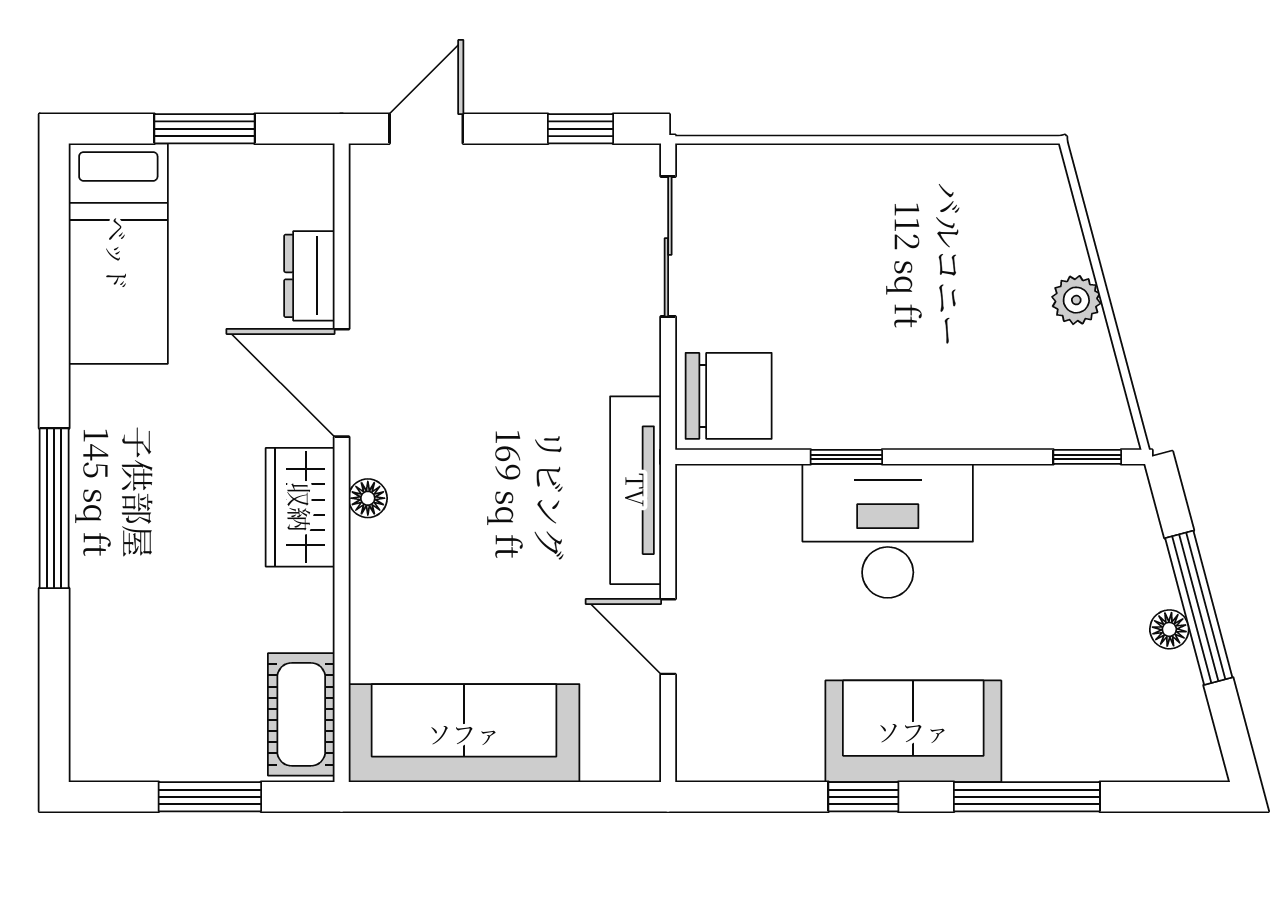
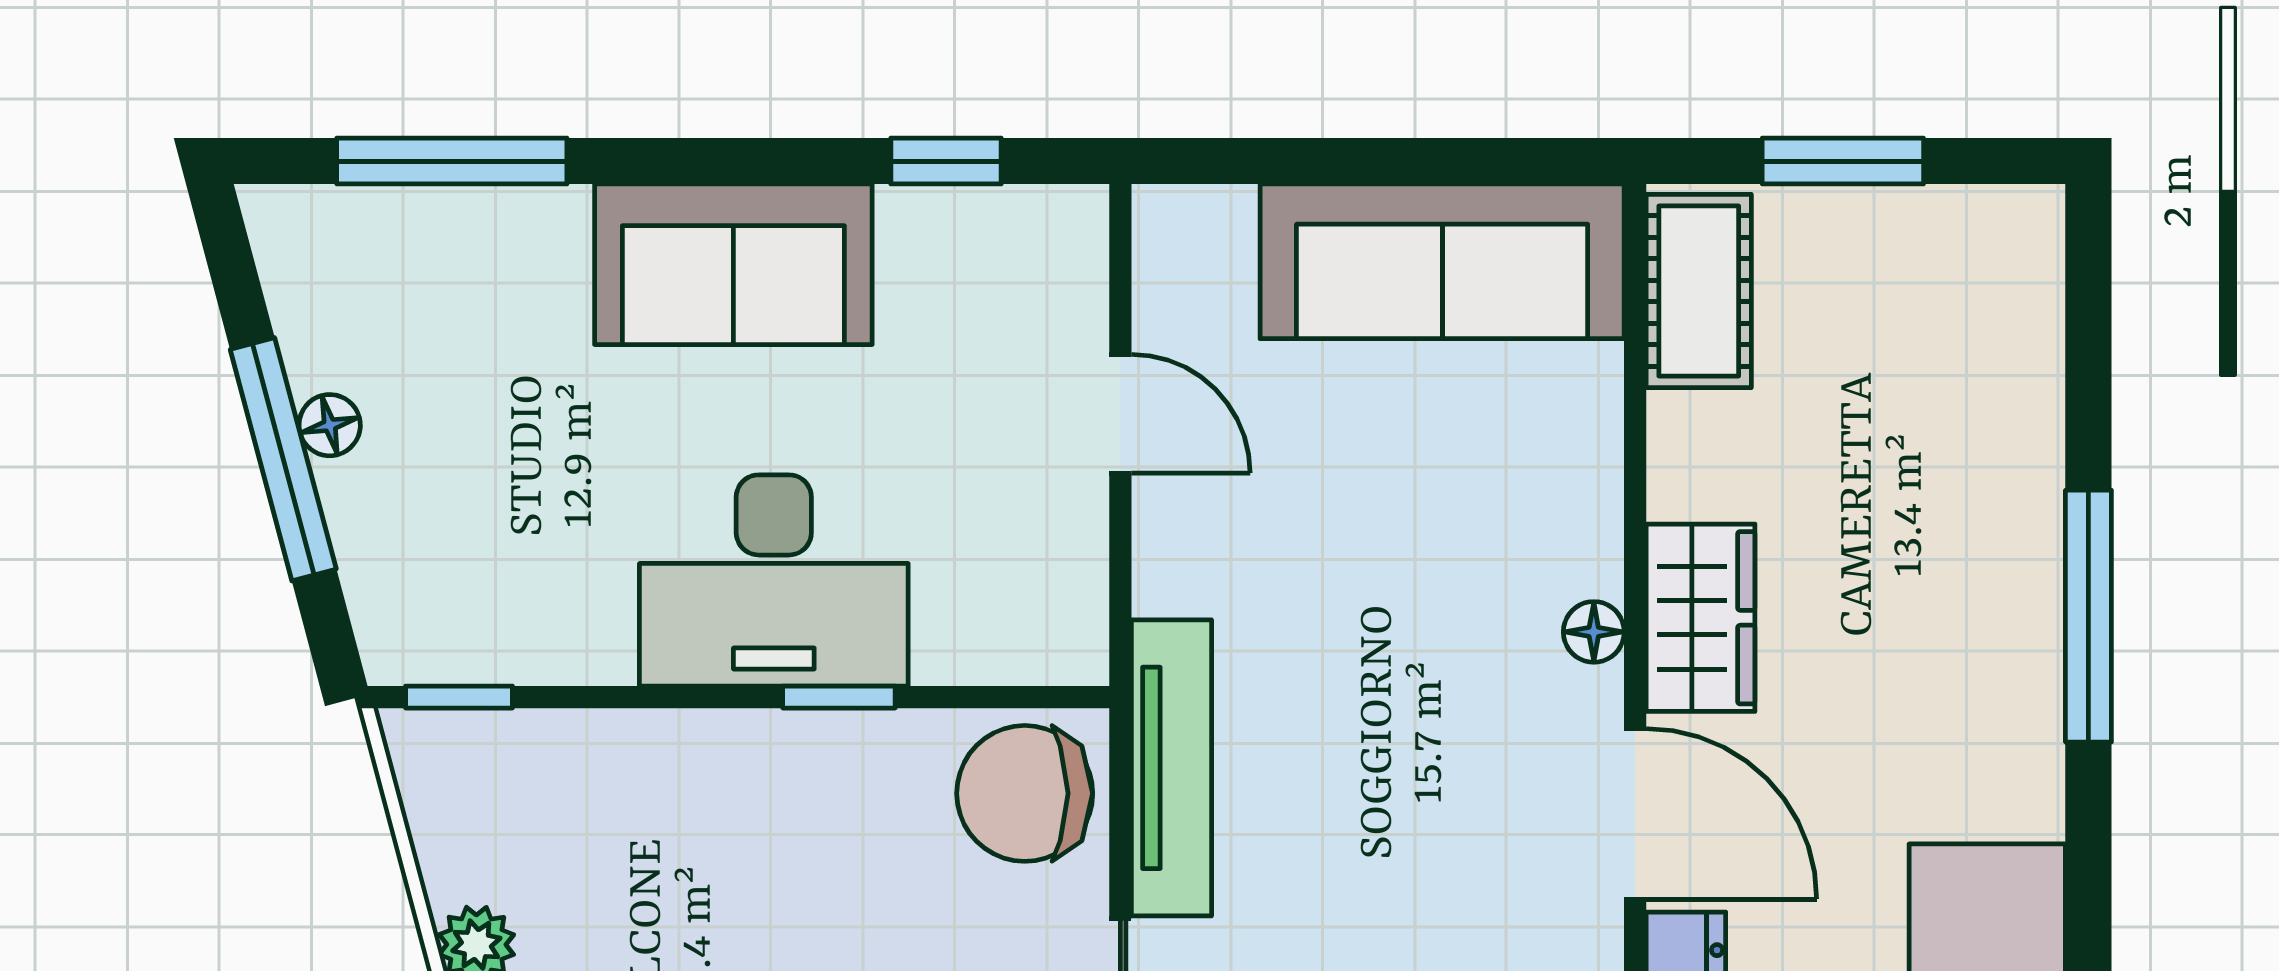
tv unit: (636, 490) -> (1171, 768), moved
window: (863, 797) -> (946, 161), moved
window: (1027, 797) -> (452, 161), moved

